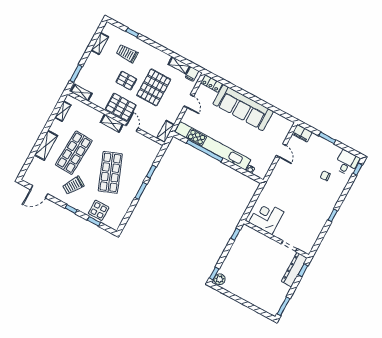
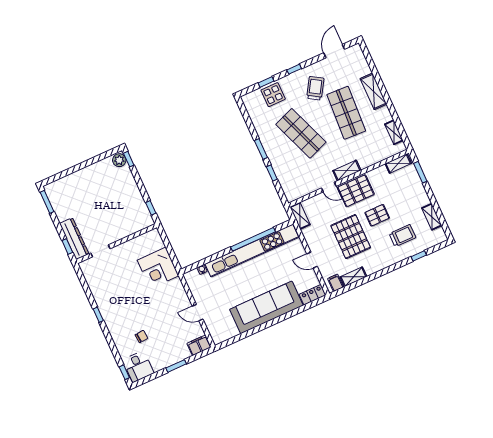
corner desk: (266, 217) -> (158, 268), moved, turned 90

